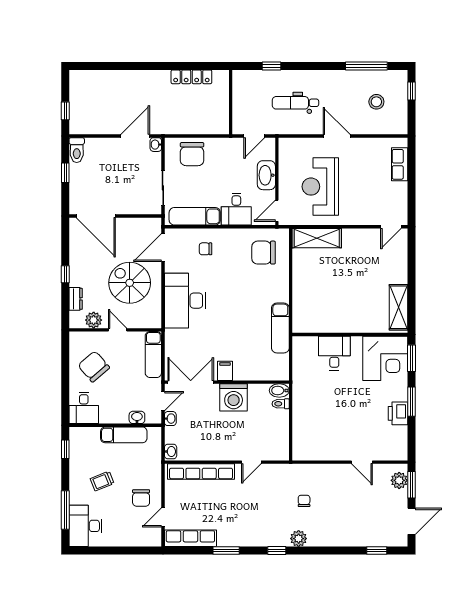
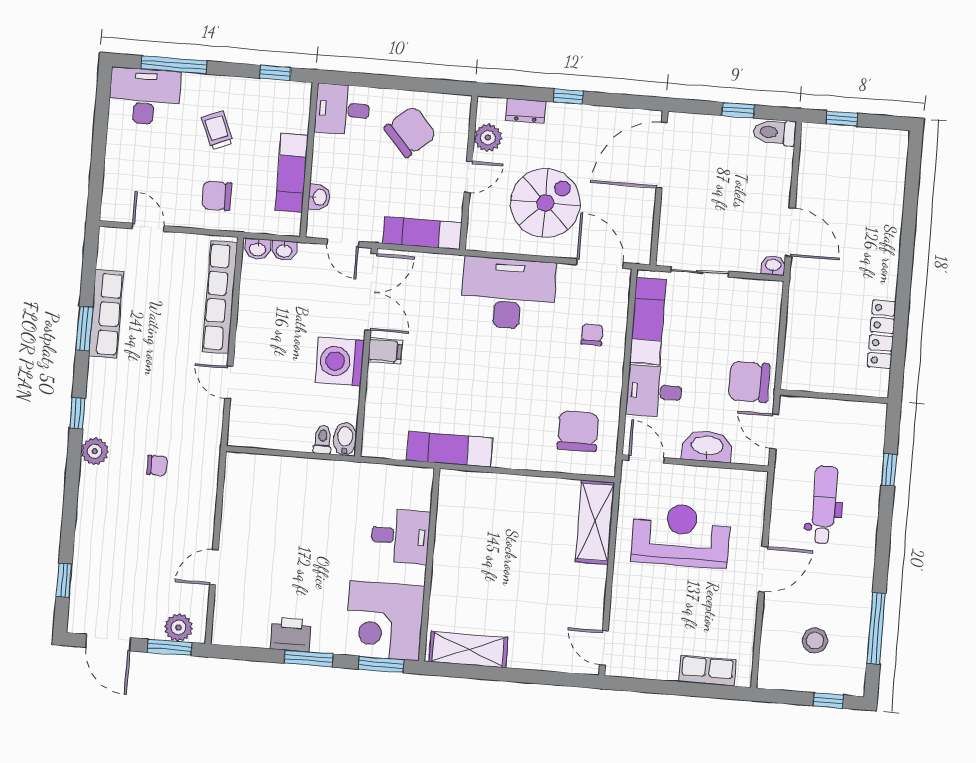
chair: (192, 154) -> (749, 382), moved
washbasin: (170, 419) -> (284, 251), moved
chair: (141, 498) -> (217, 196), moved
row of seats: (190, 538) -> (106, 314), moved

